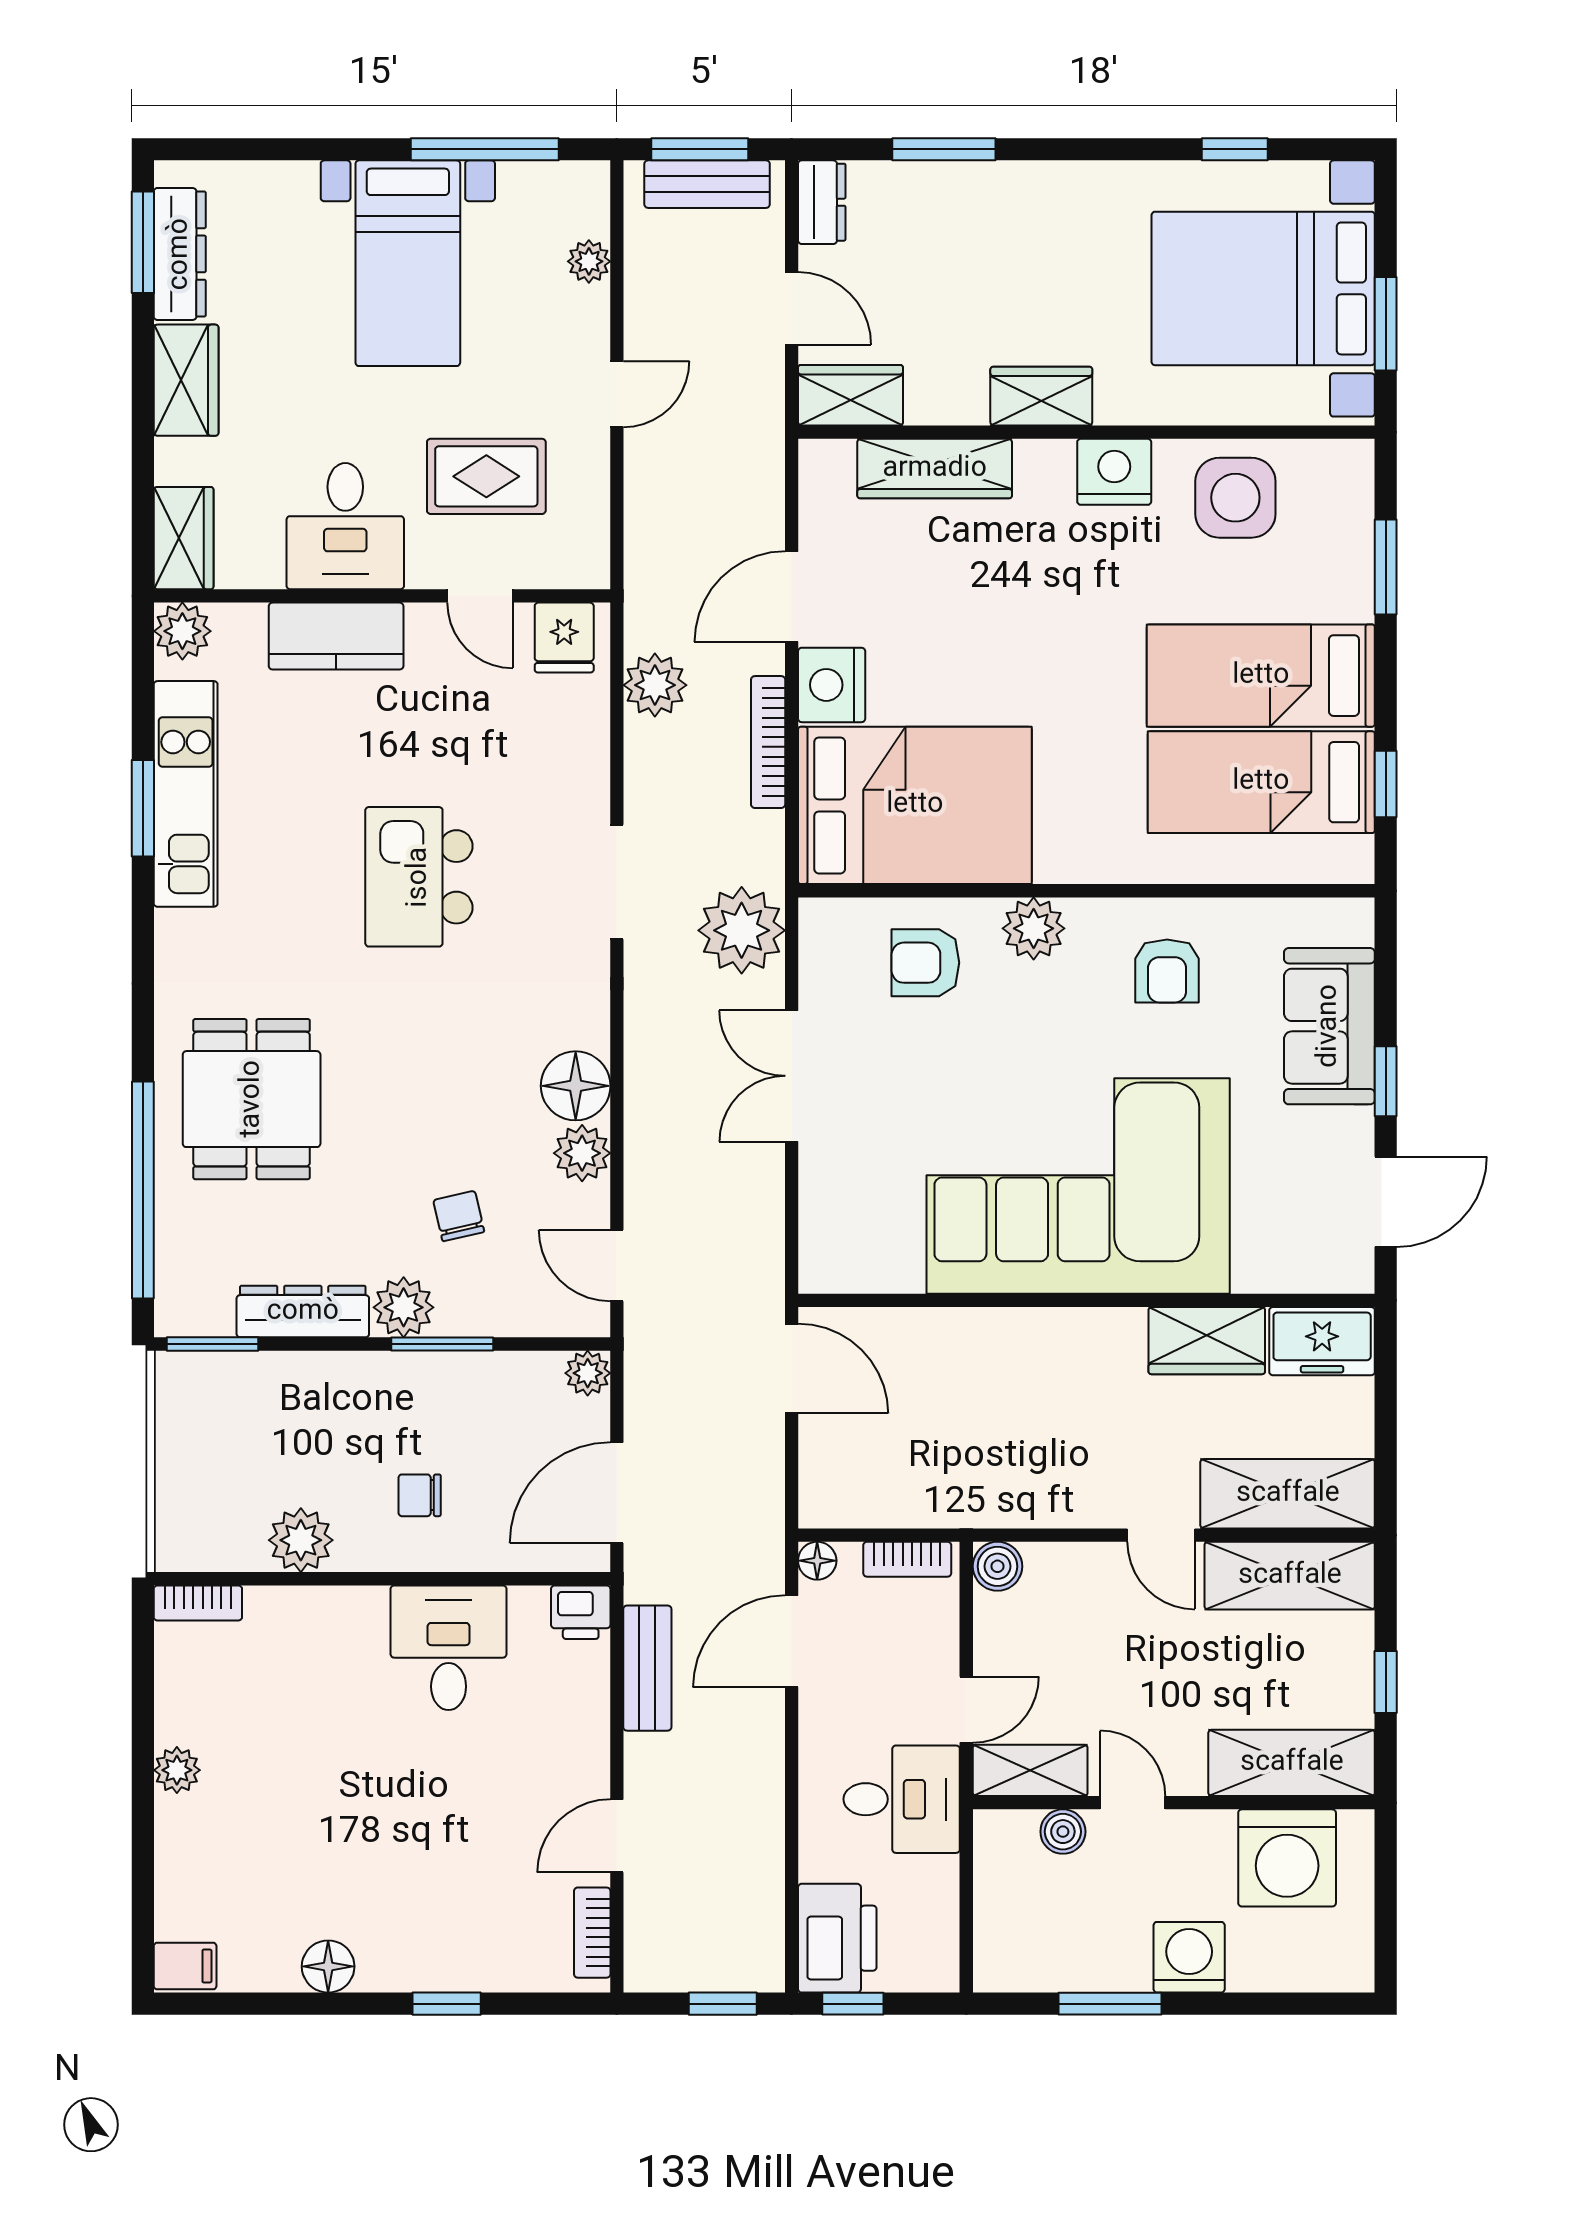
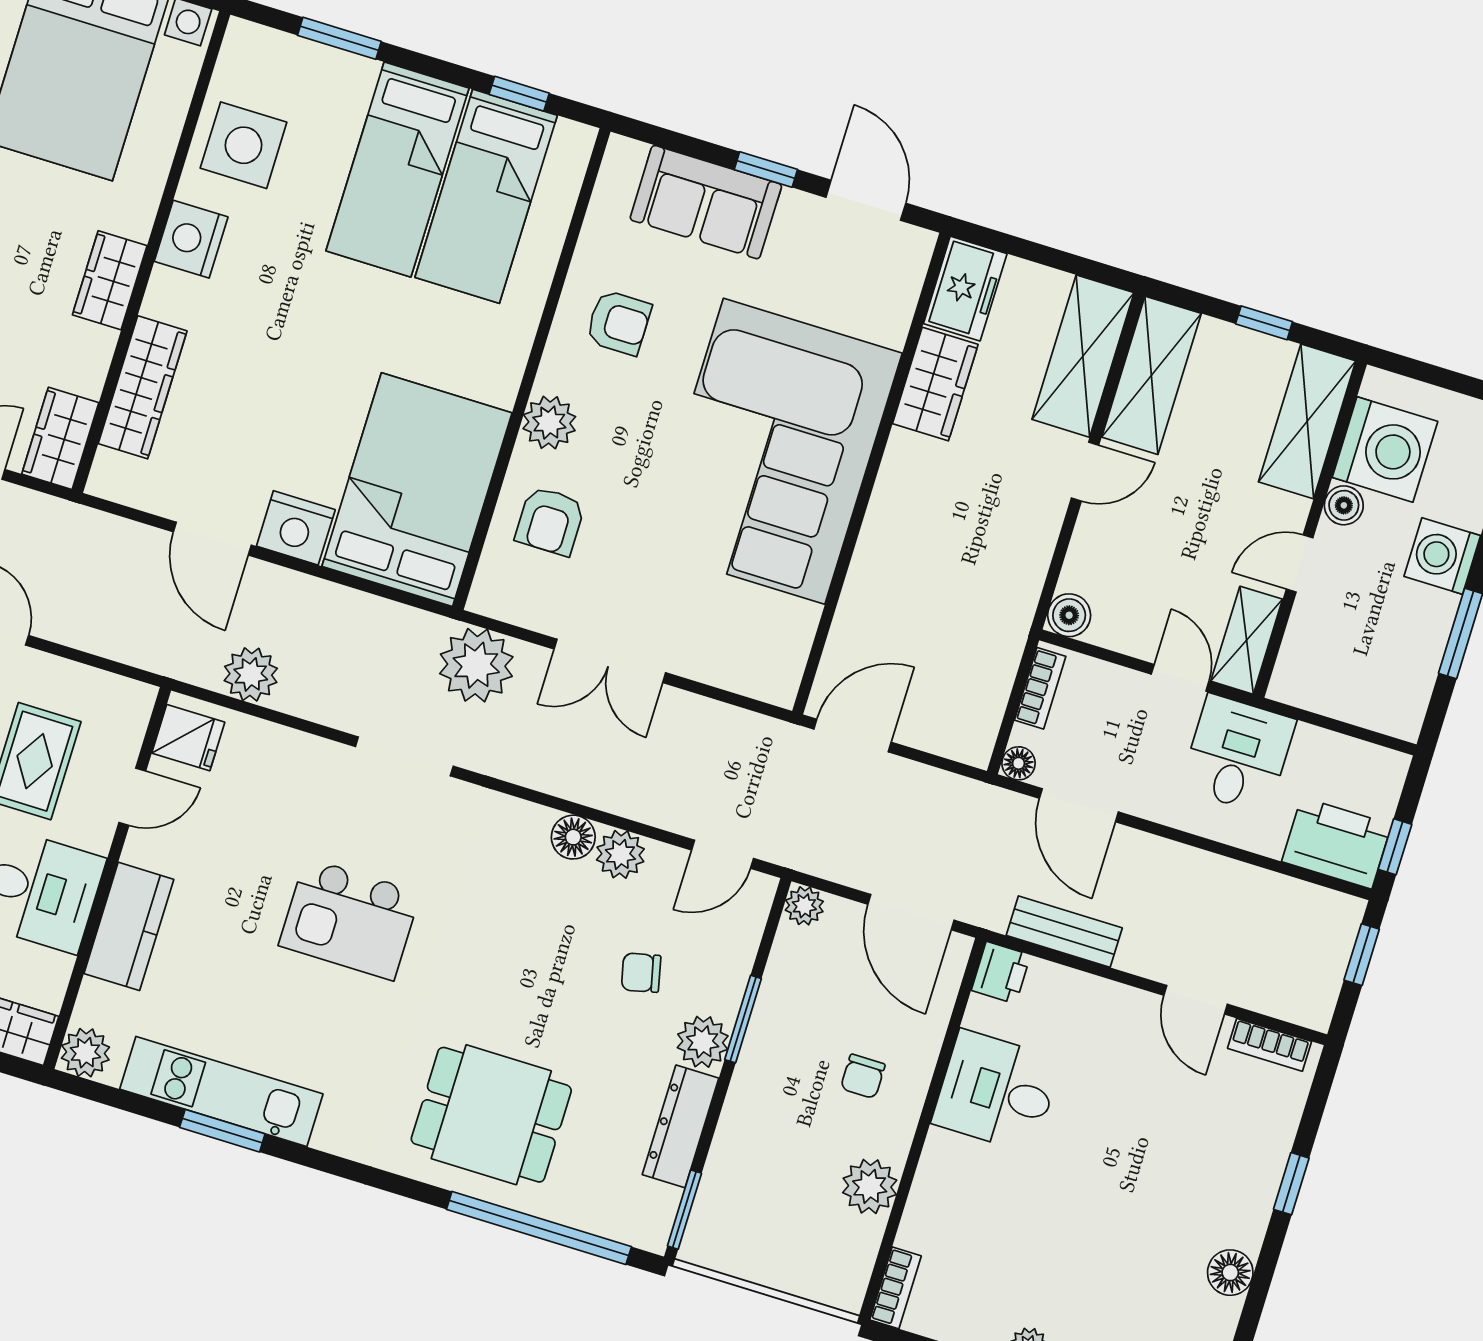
bookcase: (768, 742) -> (327, 595), removed
floor lamp: (576, 1086) -> (573, 837), width x0.73, depth x0.73
boiler: (1063, 1832) -> (1344, 505), moved

